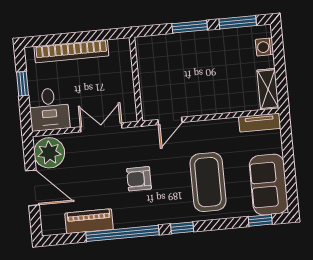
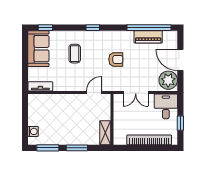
shelving: (268, 89) -> (105, 133), moved
coffee table: (208, 182) -> (75, 54), width x0.54, depth x0.58
window: (122, 233) -> (149, 28), moved

